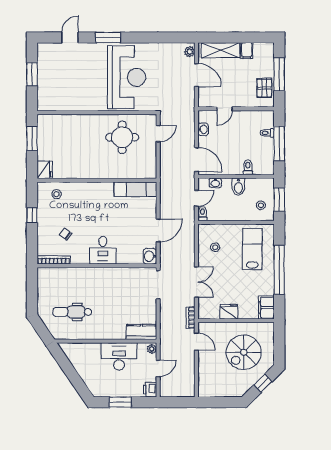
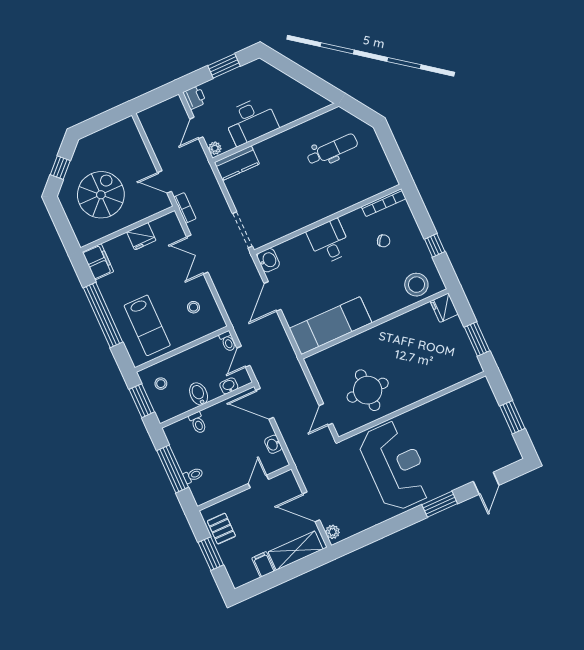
window: (279, 74) -> (211, 554), width x0.69
reception desk: (127, 77) -> (395, 466), turned 180
exam couch: (135, 189) -> (331, 326), width x1.36, depth x1.45
stool: (56, 194) -> (416, 285), width x1.89, depth x1.89

